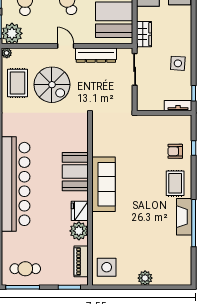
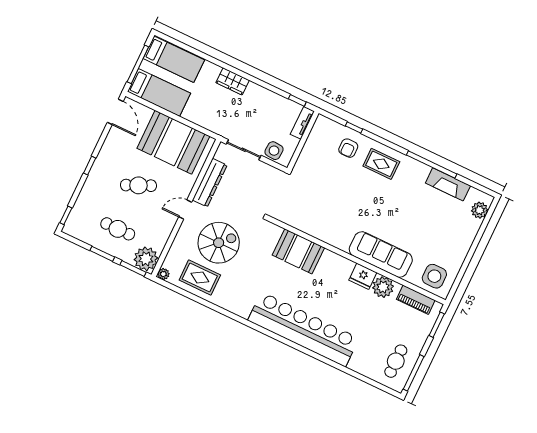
wardrobe: (144, 34) -> (233, 81), moved, turned 180
side table: (178, 63) -> (274, 151), moved
booth: (75, 172) -> (298, 251), moved
sofa: (104, 184) -> (381, 255), moved
fireplace: (184, 217) -> (448, 184), moved
plant: (145, 278) -> (480, 210), moved

